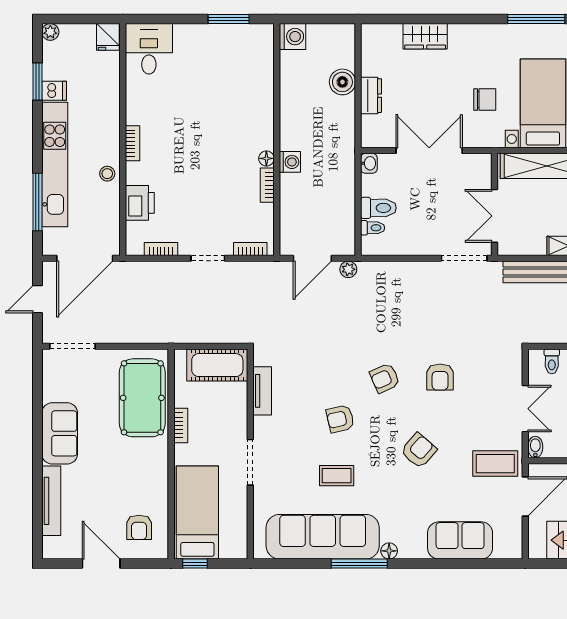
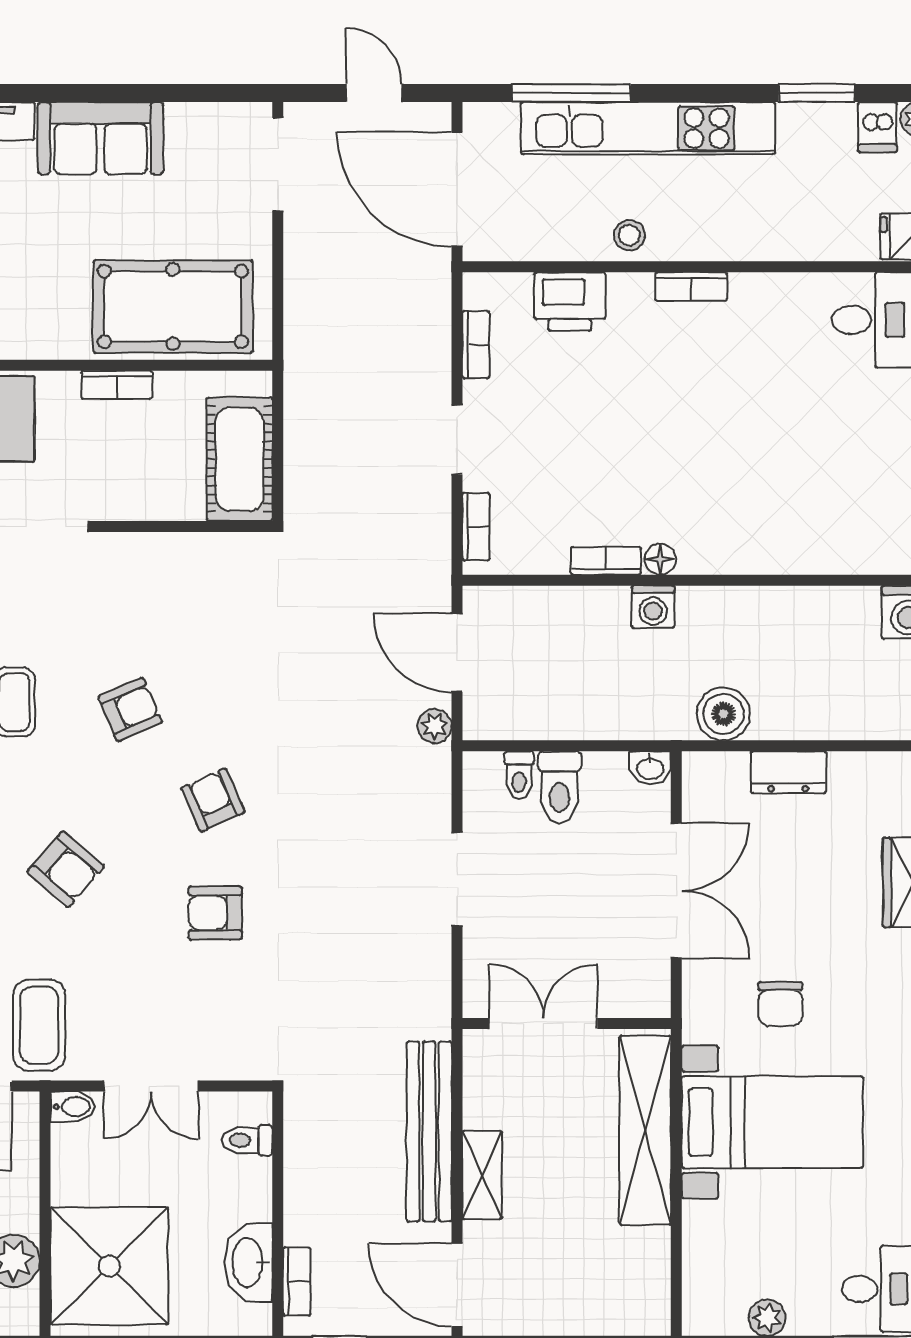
boiler: (342, 82) -> (723, 714), moved
dishwasher: (54, 91) -> (877, 127), moved
doorway: (464, 258) -> (457, 879), moved
tv unit: (262, 391) -> (187, 551), removed
armchair: (340, 419) -> (130, 709), turned 80

